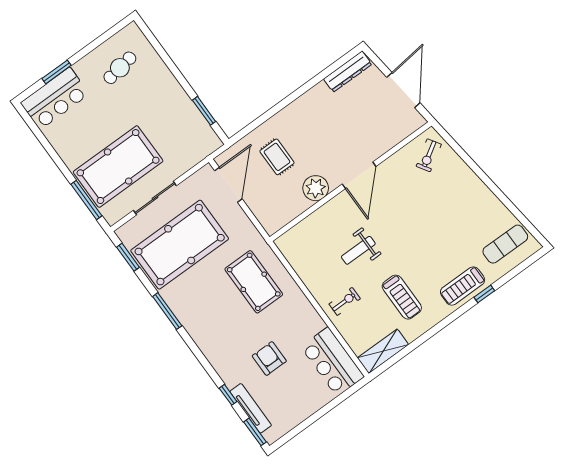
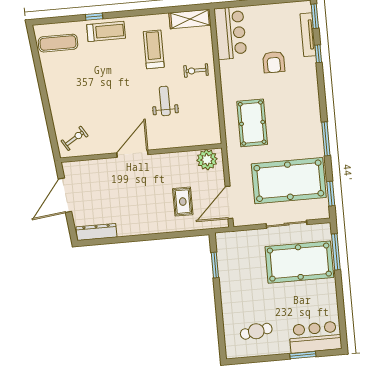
plant: (316, 188) -> (207, 160), moved
weight bench: (358, 250) -> (165, 101), turned -90

